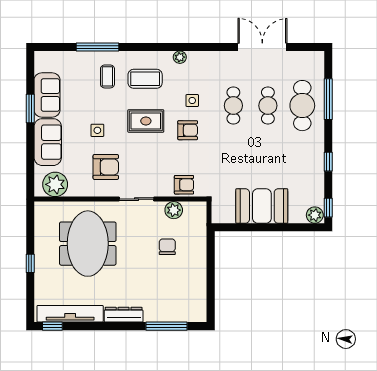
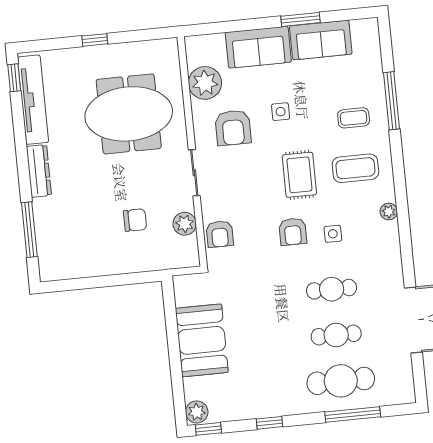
coffee table: (145, 79) -> (355, 168), turned 90
plant: (55, 184) -> (205, 83), moved

